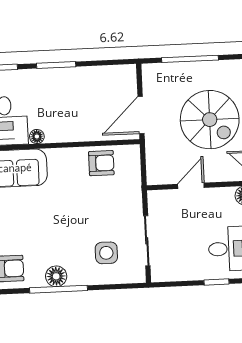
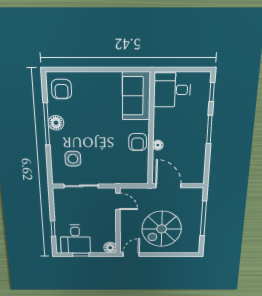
floor lamp: (37, 136) -> (158, 145), moved
armchair: (101, 163) -> (138, 142), moved
door: (191, 186) -> (118, 201), moved

